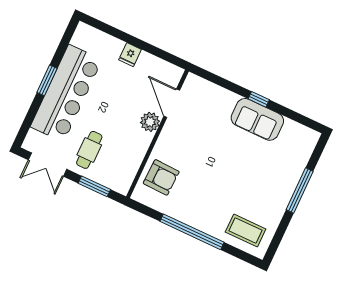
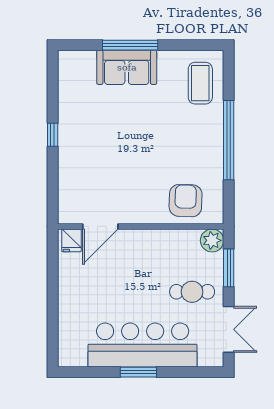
fridge: (130, 55) -> (71, 240), moved, turned 90
sofa: (257, 119) -> (127, 67), moved, turned 90
plant: (150, 122) -> (212, 240), moved

